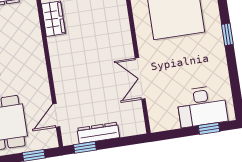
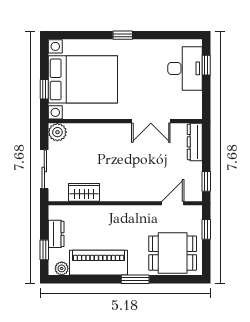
door: (56, 115) -> (173, 203), swing flipped
dresser: (98, 133) -> (195, 142), moved

